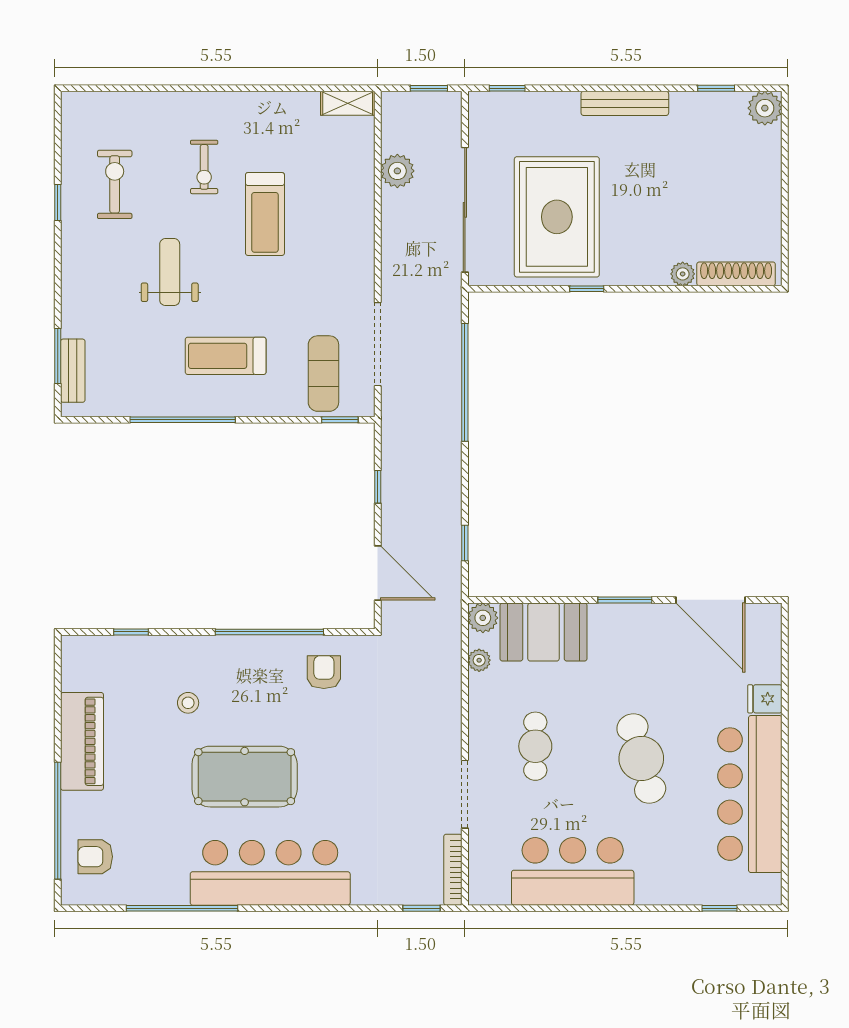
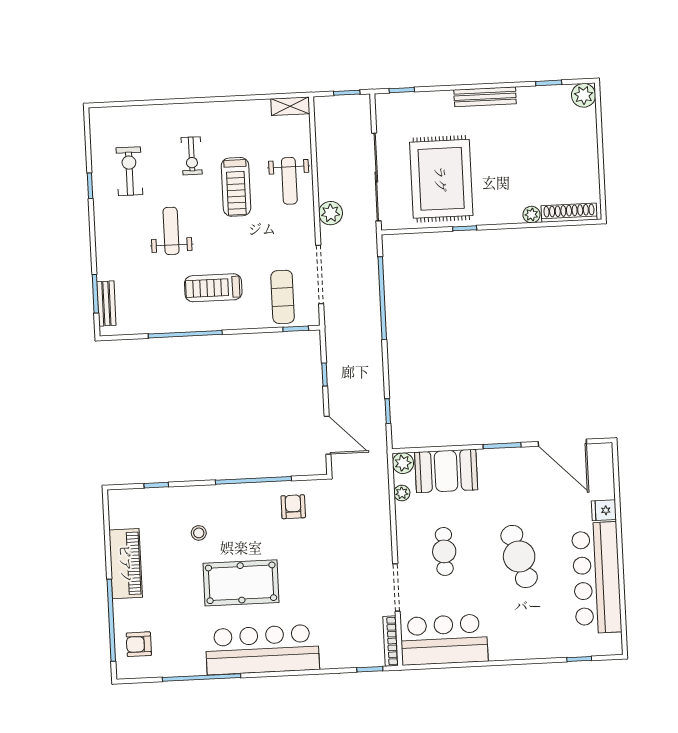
plant: (397, 171) -> (331, 213), moved
weight bench: (341, 209) -> (289, 181), added
bar counter: (573, 871) -> (444, 640), moved

